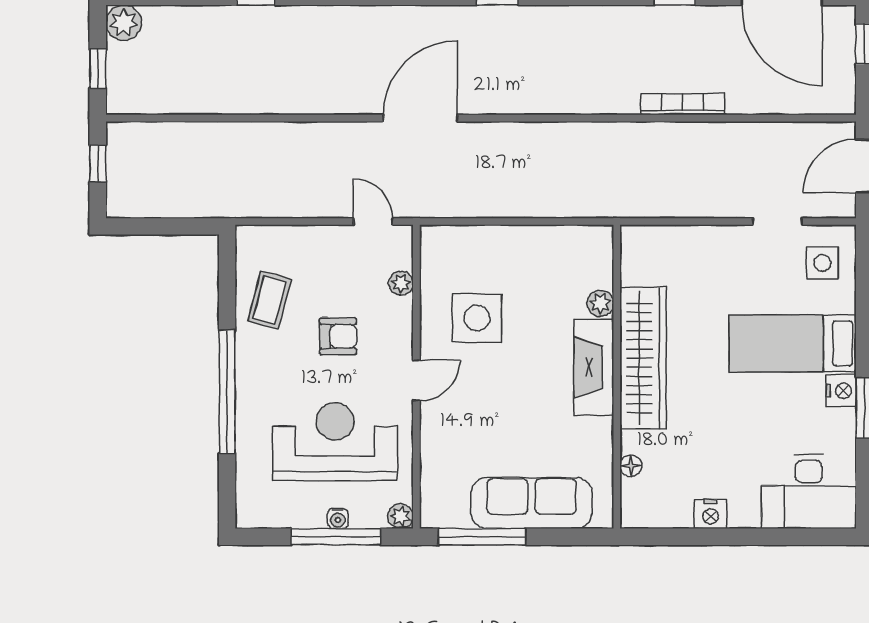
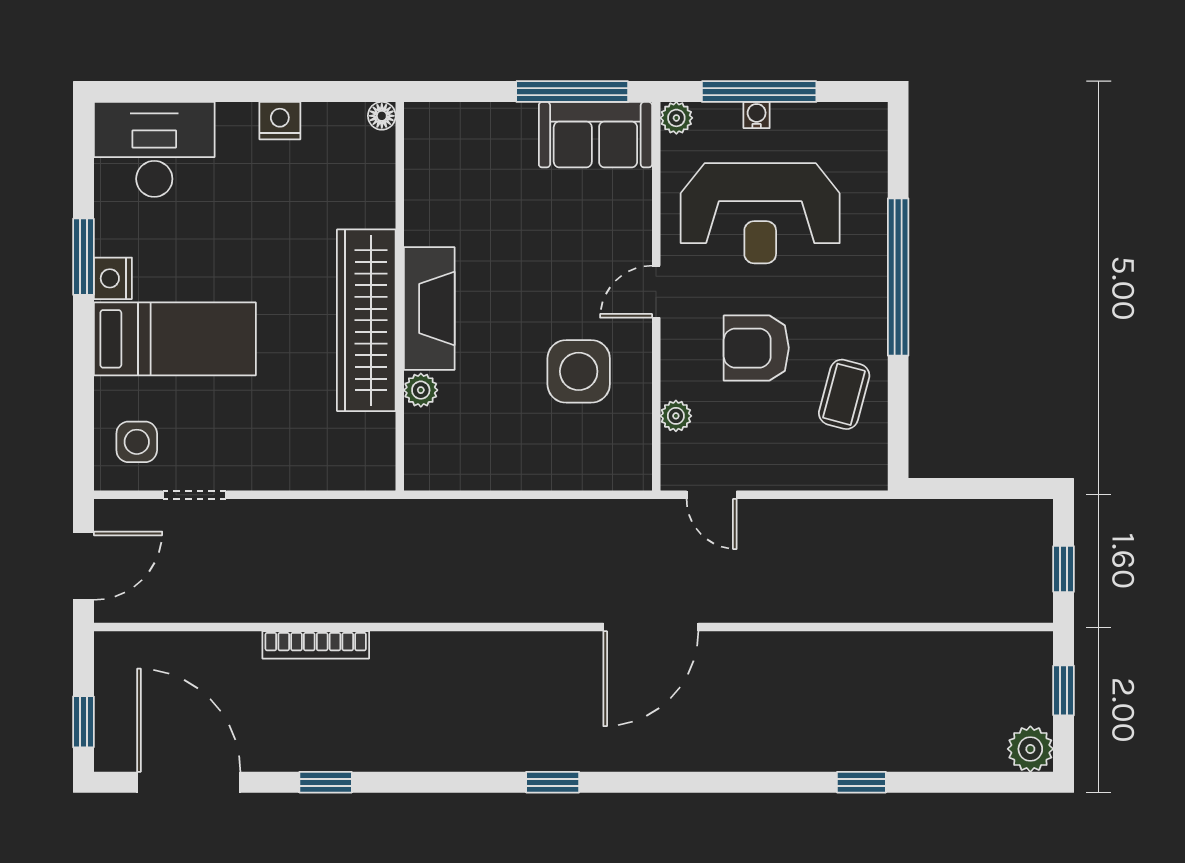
armchair: (338, 336) -> (756, 348), width x1.38, depth x1.38
floor lamp: (631, 466) -> (382, 116), moved
sofa: (532, 503) -> (595, 135), moved, width x0.73

